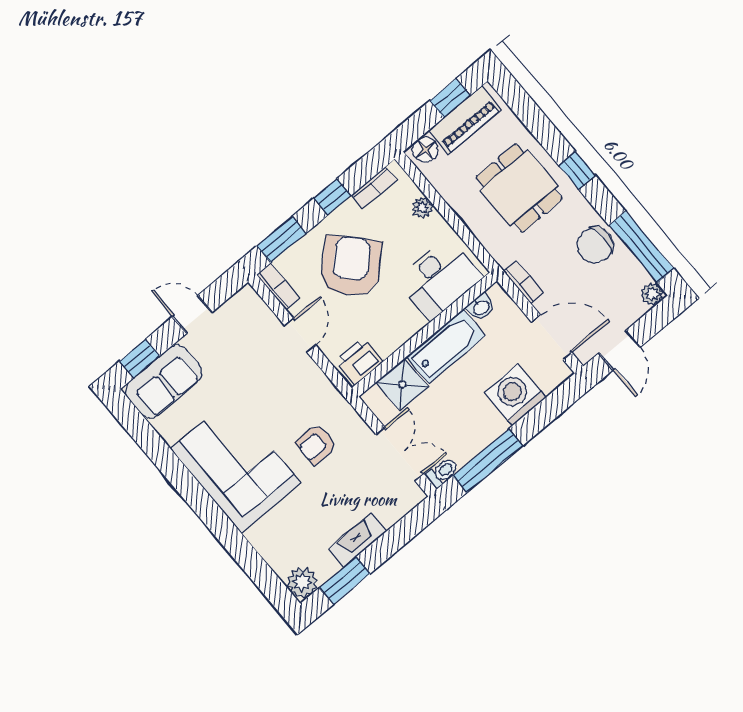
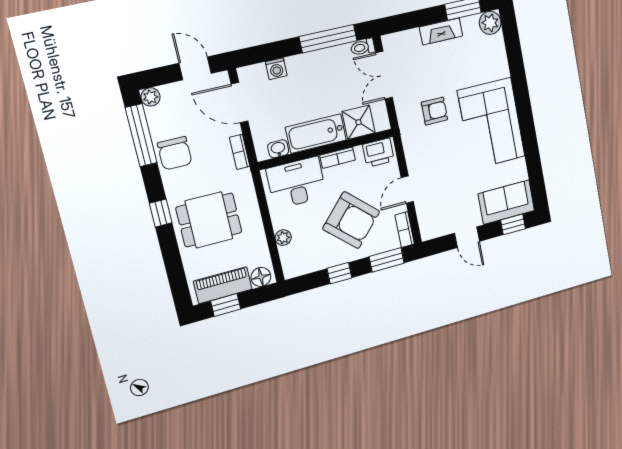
bookcase: (374, 188) -> (338, 158), moved, turned 180
dining table: (519, 188) -> (209, 220), turned 90
chair: (595, 245) -> (175, 153), turned 90
armchair: (351, 266) -> (351, 220), turned -94
door: (620, 350) -> (195, 68), hinge flipped
washing machine: (515, 395) -> (276, 69), width x0.53, depth x0.53

